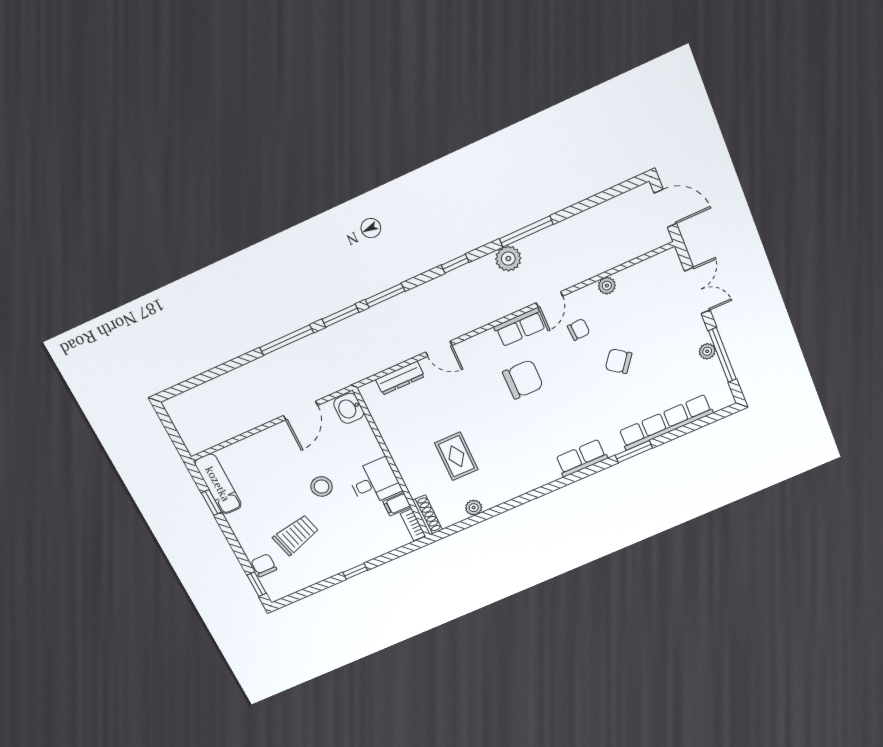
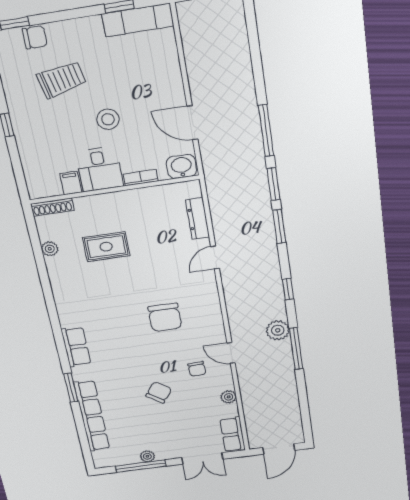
row of seats: (520, 327) -> (233, 435), moved
bookcase: (413, 525) -> (141, 178), moved
trolley: (296, 535) -> (62, 80), turned -87

